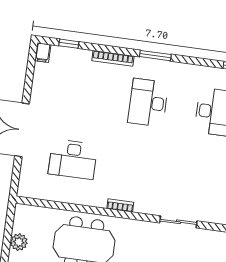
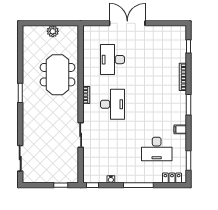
filing cabinet: (43, 53) -> (180, 129), moved
desk: (148, 103) -> (112, 104), moved, turned 90

